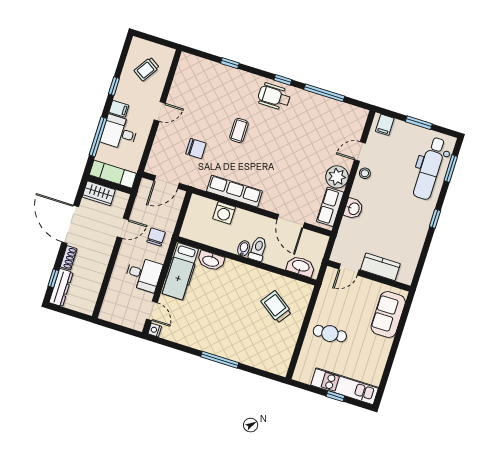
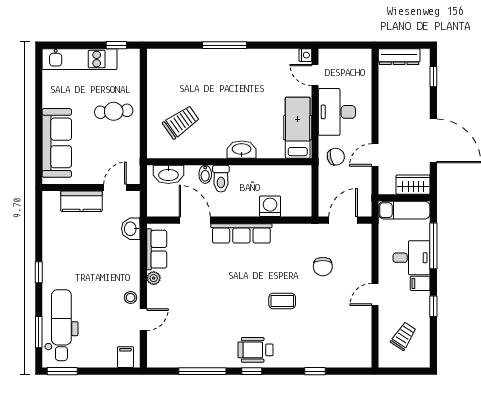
wheelchair: (274, 97) -> (255, 350), turned 180
window: (419, 123) -> (62, 371), moved
coffee table: (239, 130) -> (282, 301), turned 90
chair: (196, 149) -> (323, 267), turned -90
plant: (337, 177) -> (154, 278), width x0.53, depth x0.53
row of seats: (234, 191) -> (241, 233), moved
washbasin: (353, 209) -> (131, 229), moved
chair: (156, 237) -> (336, 157), turned -104
bidet: (244, 248) -> (205, 174), moved
shoe rack: (69, 258) -> (424, 104), removed
washbasin: (211, 261) -> (242, 150), moved
desk: (143, 274) -> (337, 112), width x1.37
dresser: (61, 287) -> (399, 57), moved, turned -90
trolley: (276, 307) -> (181, 122), turned -70
sofa: (388, 314) -> (57, 143), width x1.36
window: (335, 396) -> (116, 45), moved

